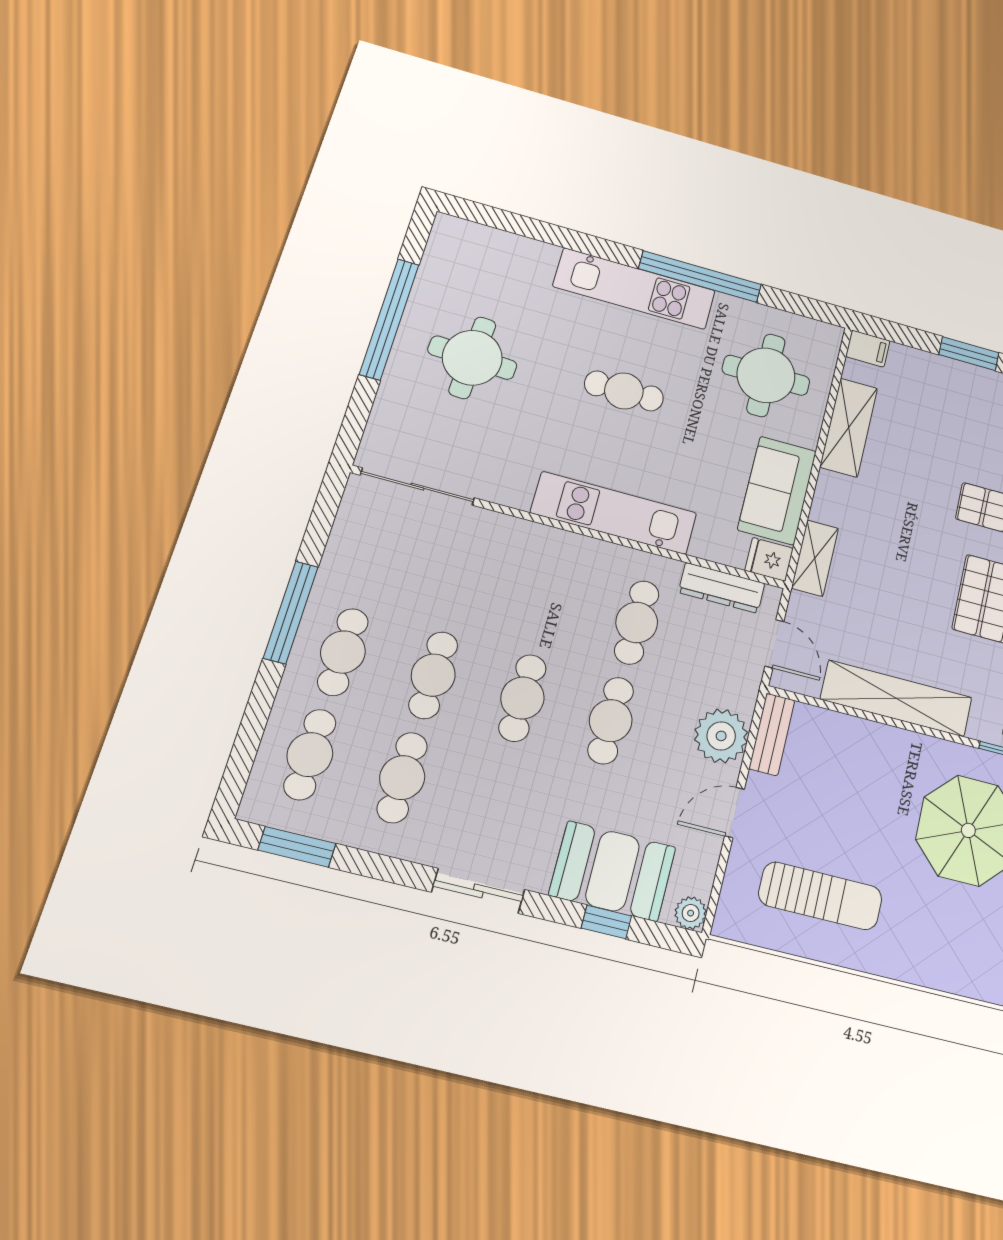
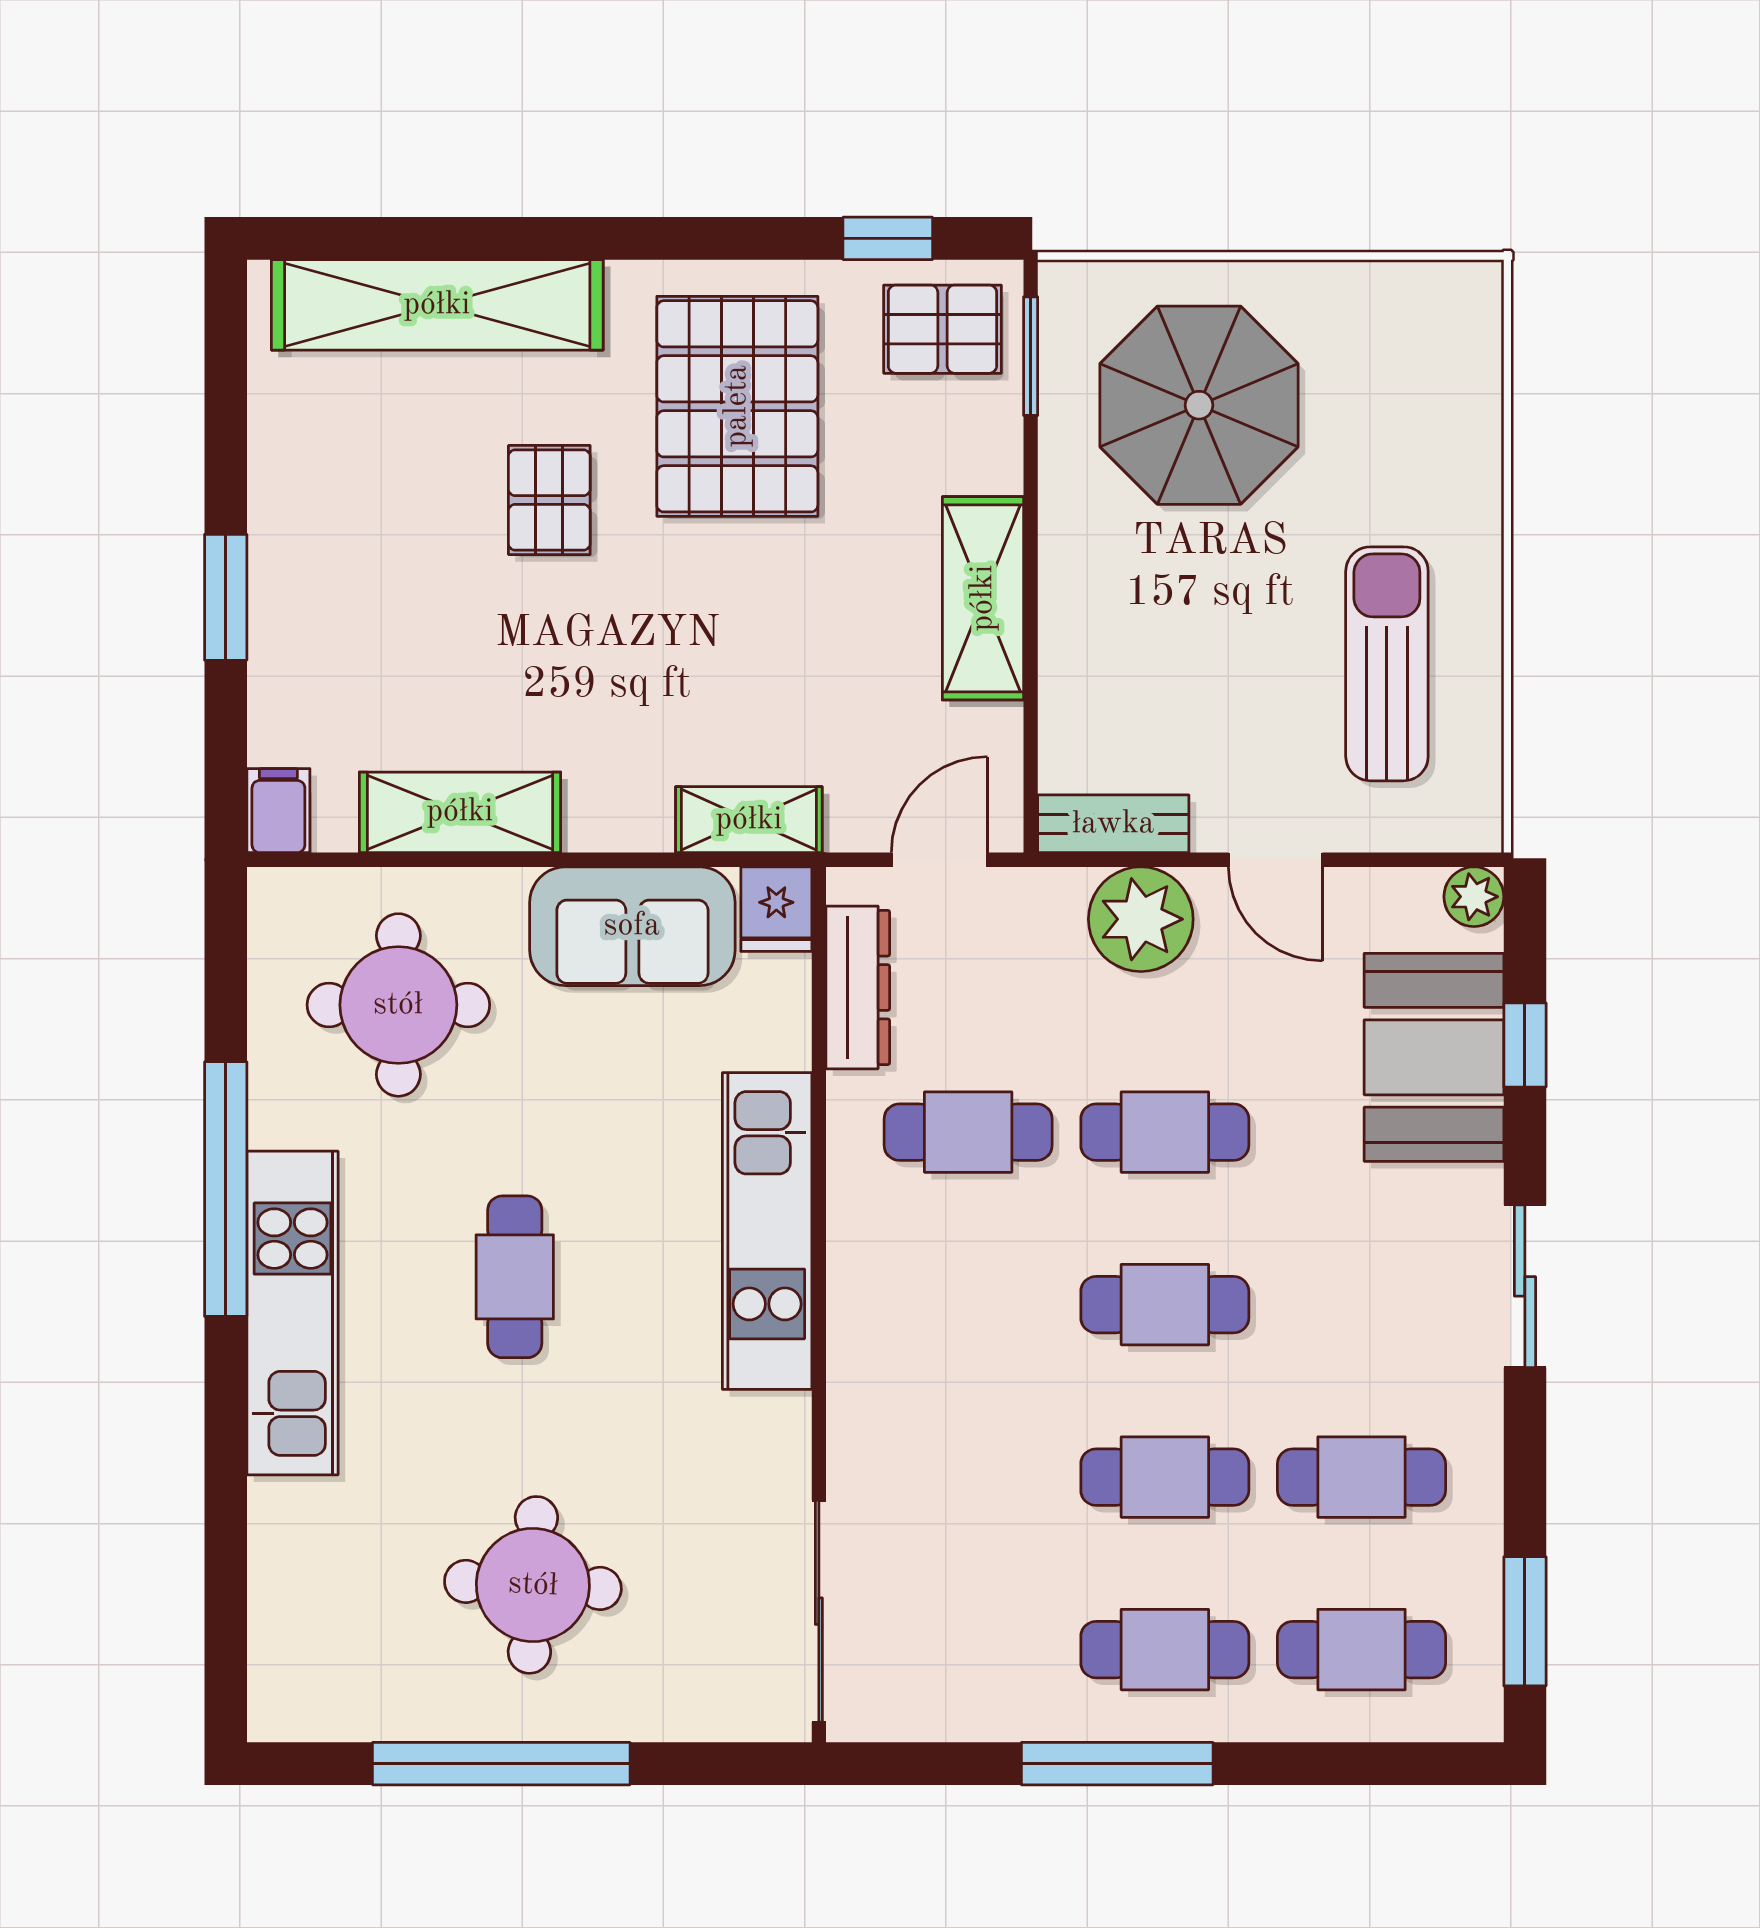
shelving: (896, 698) -> (983, 598), width x0.68

